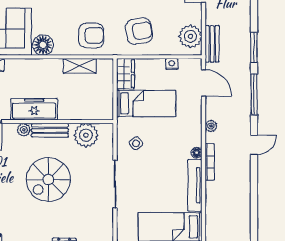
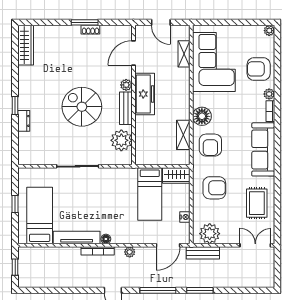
armchair: (139, 31) -> (214, 188), turned -80
floor lamp: (43, 45) -> (202, 116), moved
side table: (136, 143) -> (114, 185), removed

